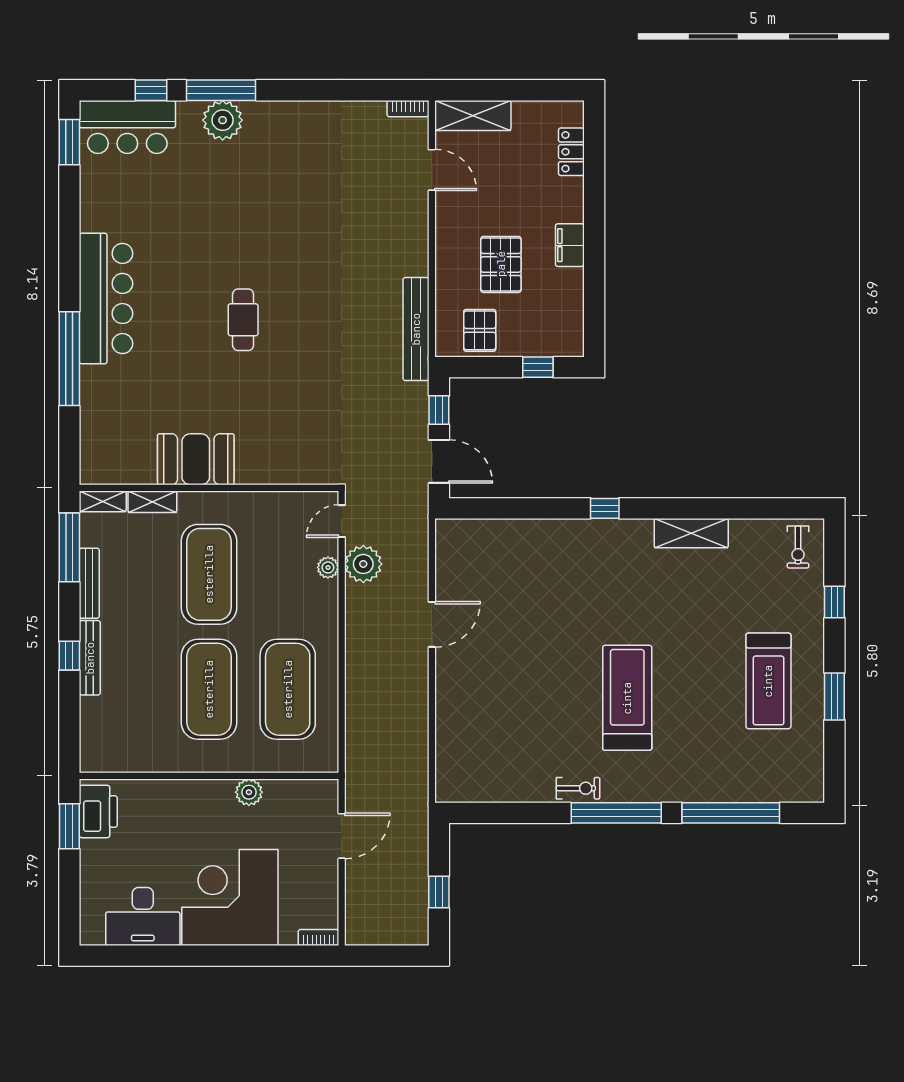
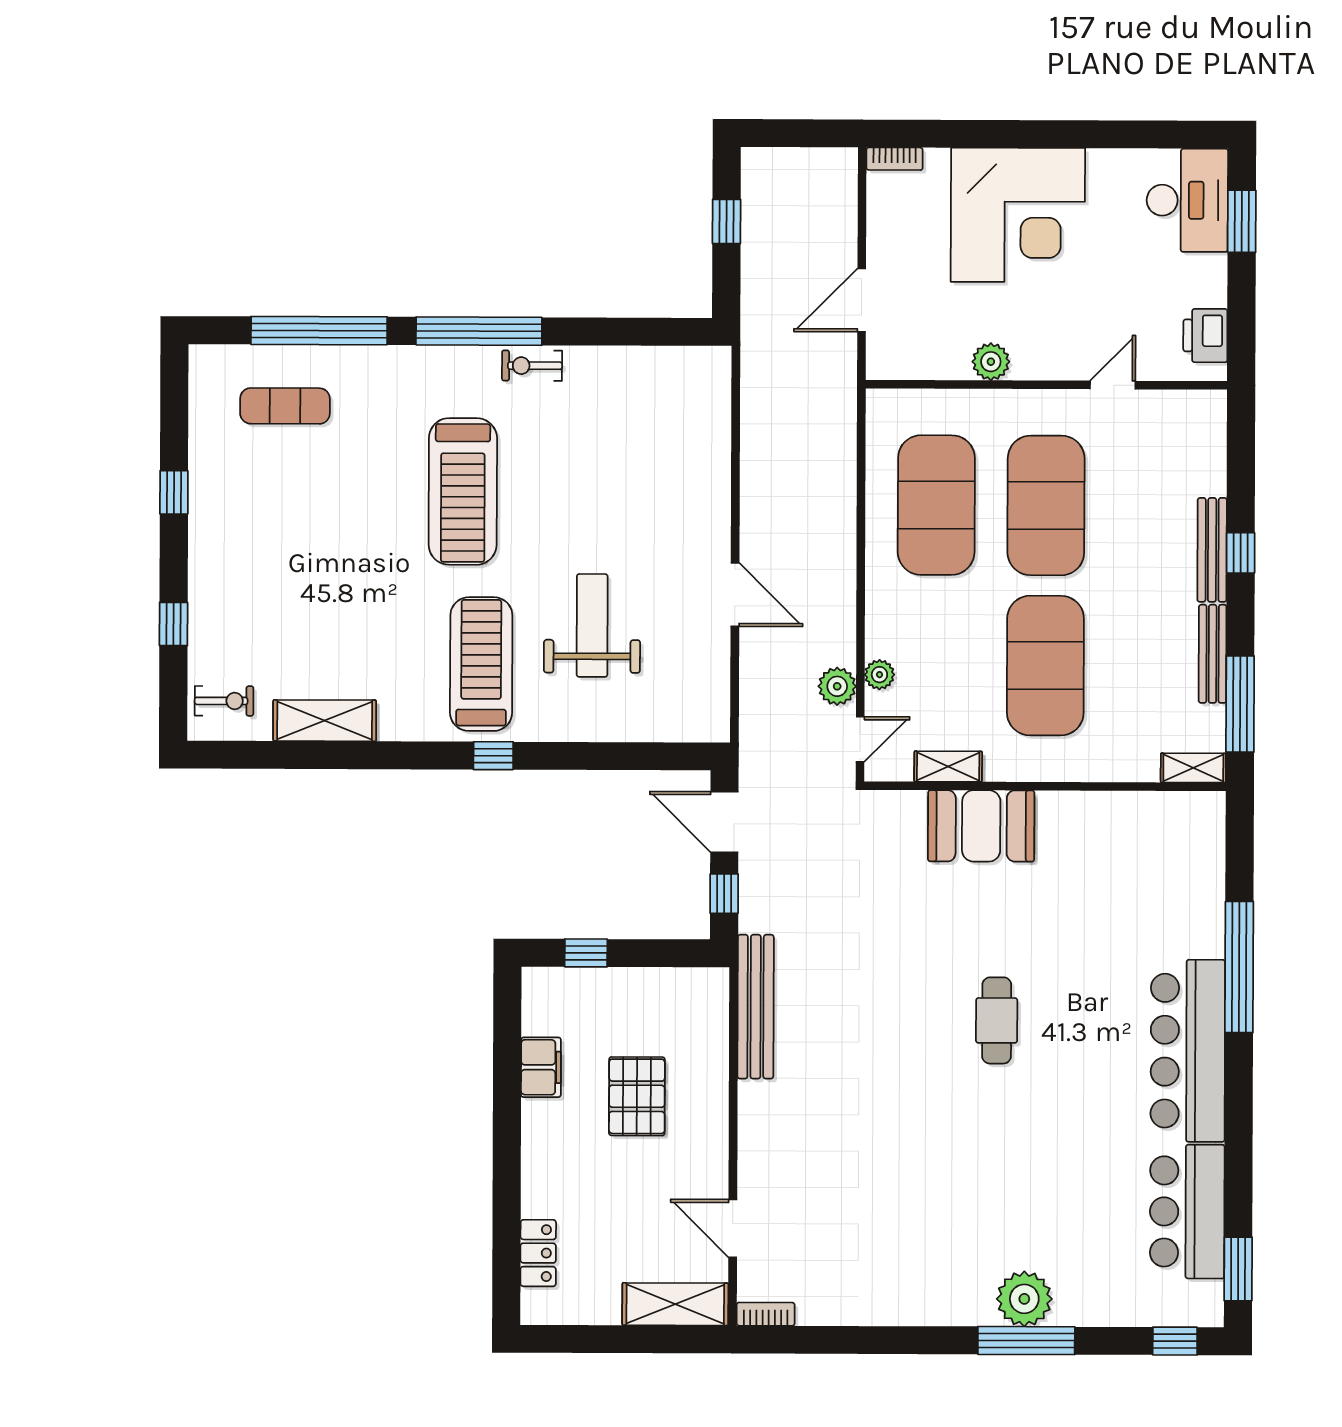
window: (151, 90) -> (1175, 1341), moved
bar counter: (127, 127) -> (1187, 1212), moved, turned -90
filing cabinet: (570, 245) -> (541, 1067), moved
pallet: (480, 330) -> (667, 1004), removed
booth: (196, 459) -> (981, 826), moved
shelving: (152, 502) -> (948, 766), moved
shelving: (691, 533) -> (325, 721), moved
exercise bike: (798, 547) -> (224, 701), turned 90
plant: (363, 564) -> (837, 686), width x0.73, depth x0.73
weight bench: (534, 602) -> (592, 625), added
door: (432, 624) -> (735, 595), swing flipped
treadmill: (768, 681) -> (481, 664), moved
window: (834, 696) -> (174, 492), width x0.67
exercise mat: (755, 759) -> (285, 406), added
door: (161, 776) -> (1113, 385), added
printer: (98, 811) -> (1205, 336), width x0.73, depth x0.84
window: (69, 826) -> (1242, 221), moved
desk: (143, 916) -> (1187, 200), moved, turned 90

